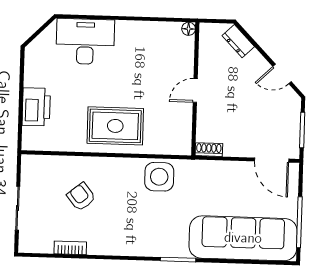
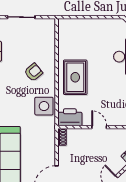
printer: (36, 107) -> (70, 117), moved, turned 180
armchair: (81, 197) -> (33, 72), moved

